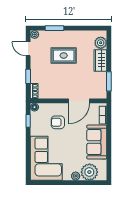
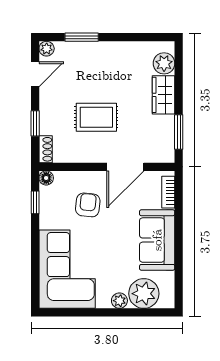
door: (28, 49) -> (35, 74), swing flipped
rug: (64, 55) -> (96, 117), moved
armchair: (58, 122) -> (88, 205), turned 96

